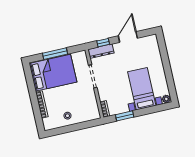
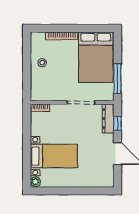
window: (55, 54) -> (118, 79), moved
window: (125, 116) -> (27, 129), removed

